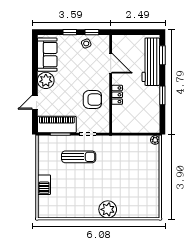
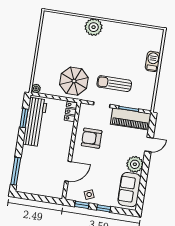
window: (162, 55) -> (16, 171), width x1.44
workbench: (151, 62) -> (35, 122), moved
door: (111, 63) -> (68, 171), swing flipped
locker: (117, 95) -> (71, 112), moved
window: (162, 95) -> (24, 118), moved
parasol: (119, 153) -> (74, 81), added

